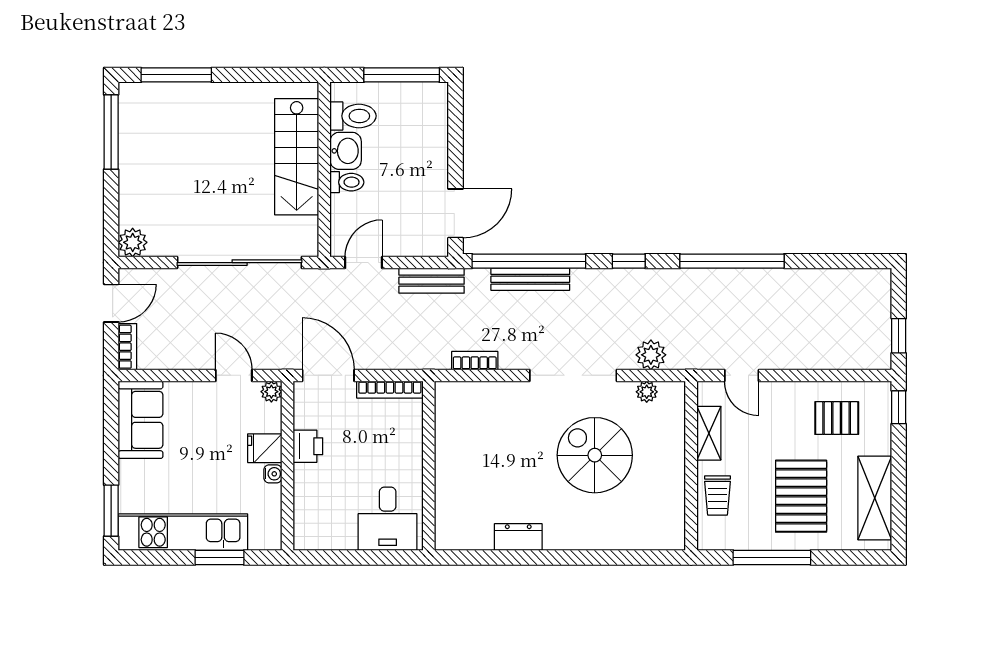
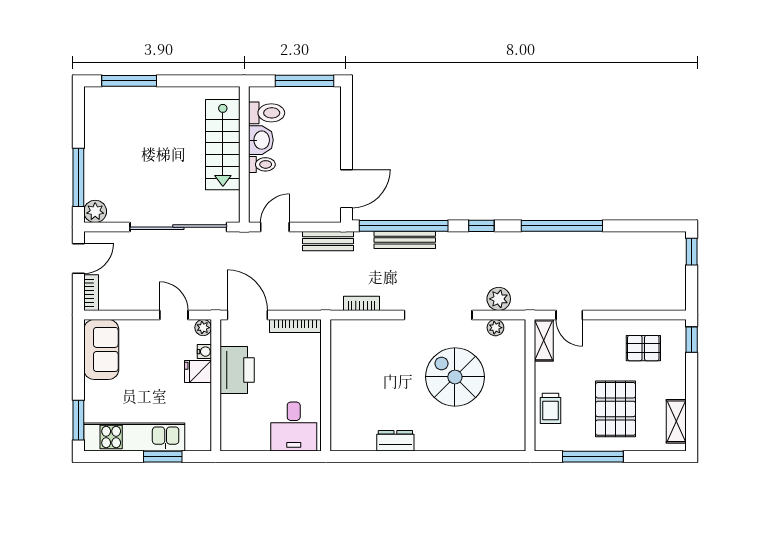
window: (111, 132) -> (78, 177), moved
window: (899, 336) -> (692, 252), moved
shelving: (709, 433) -> (544, 340), moved
printer: (308, 446) -> (237, 370), width x1.87, depth x1.48
water cooler: (273, 474) -> (204, 352), moved
shelving: (875, 498) -> (676, 421), width x0.67, depth x0.75

